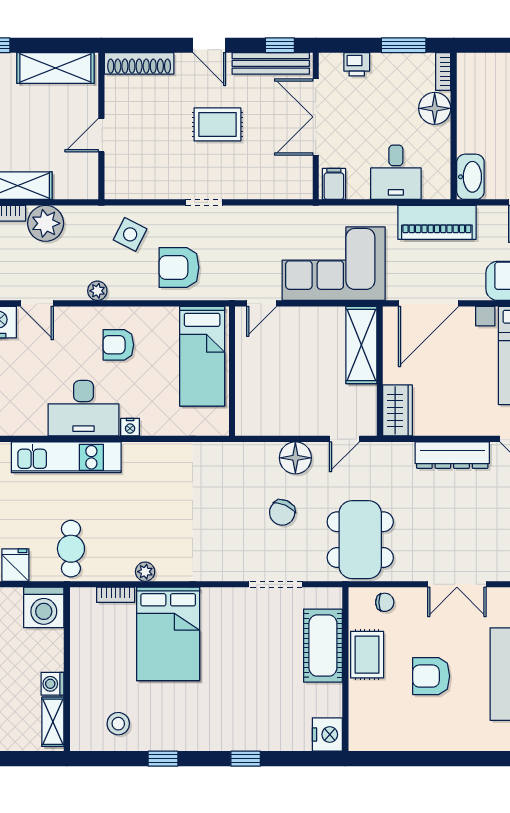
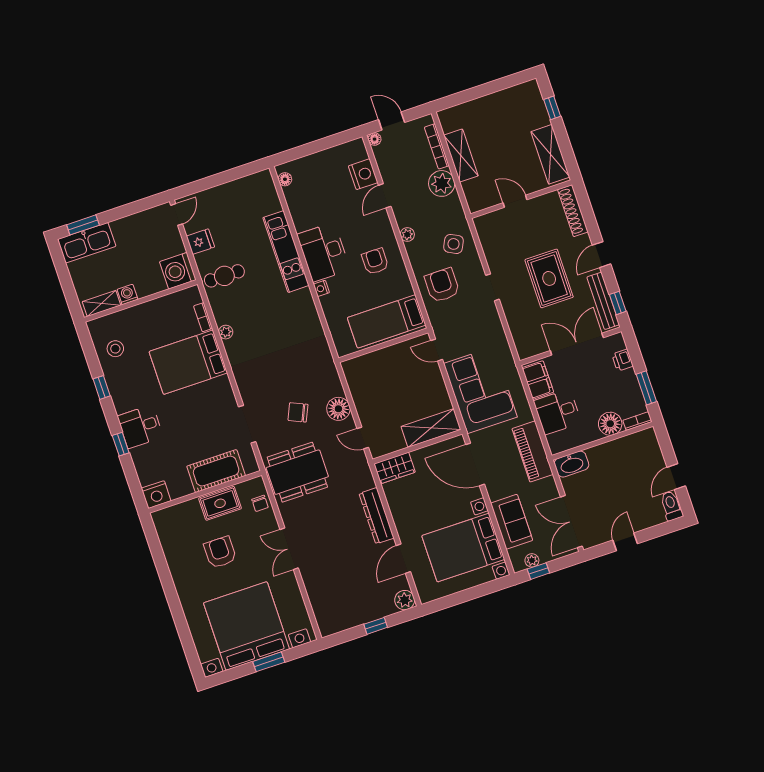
rug: (217, 124) -> (549, 278), width x1.36, depth x1.43
filing cabinet: (334, 184) -> (538, 380), width x2.00
desk: (231, 725) -> (140, 427), added

